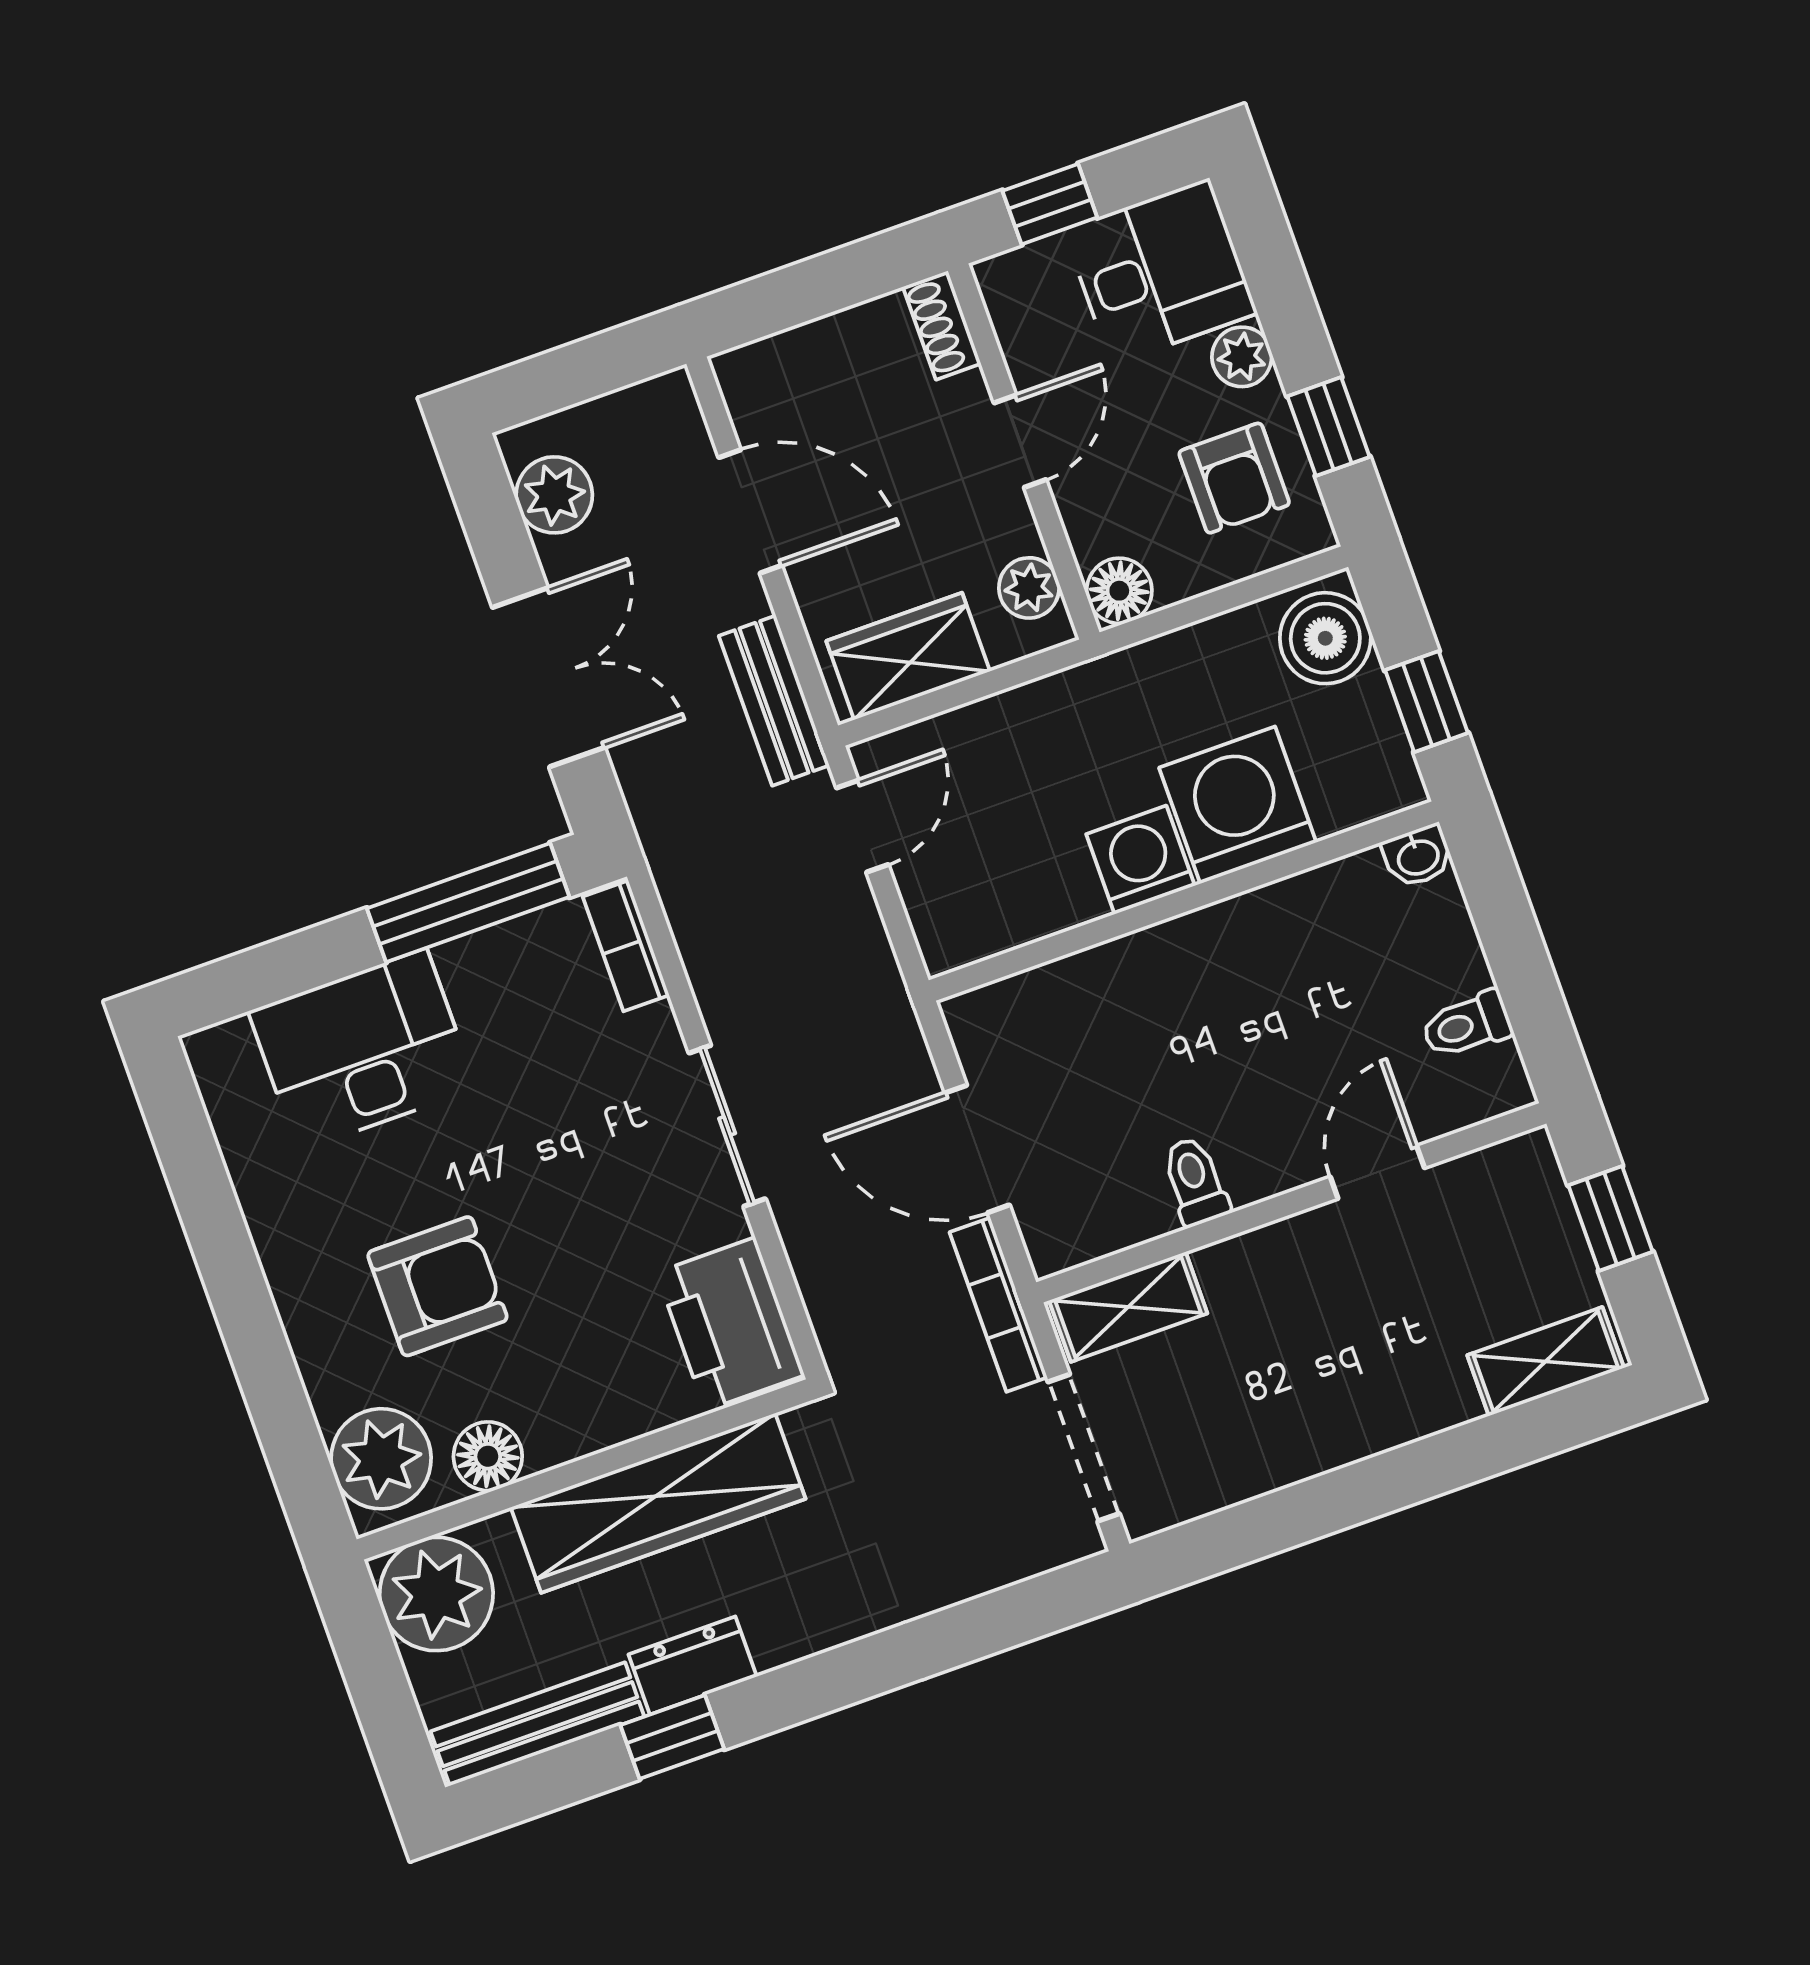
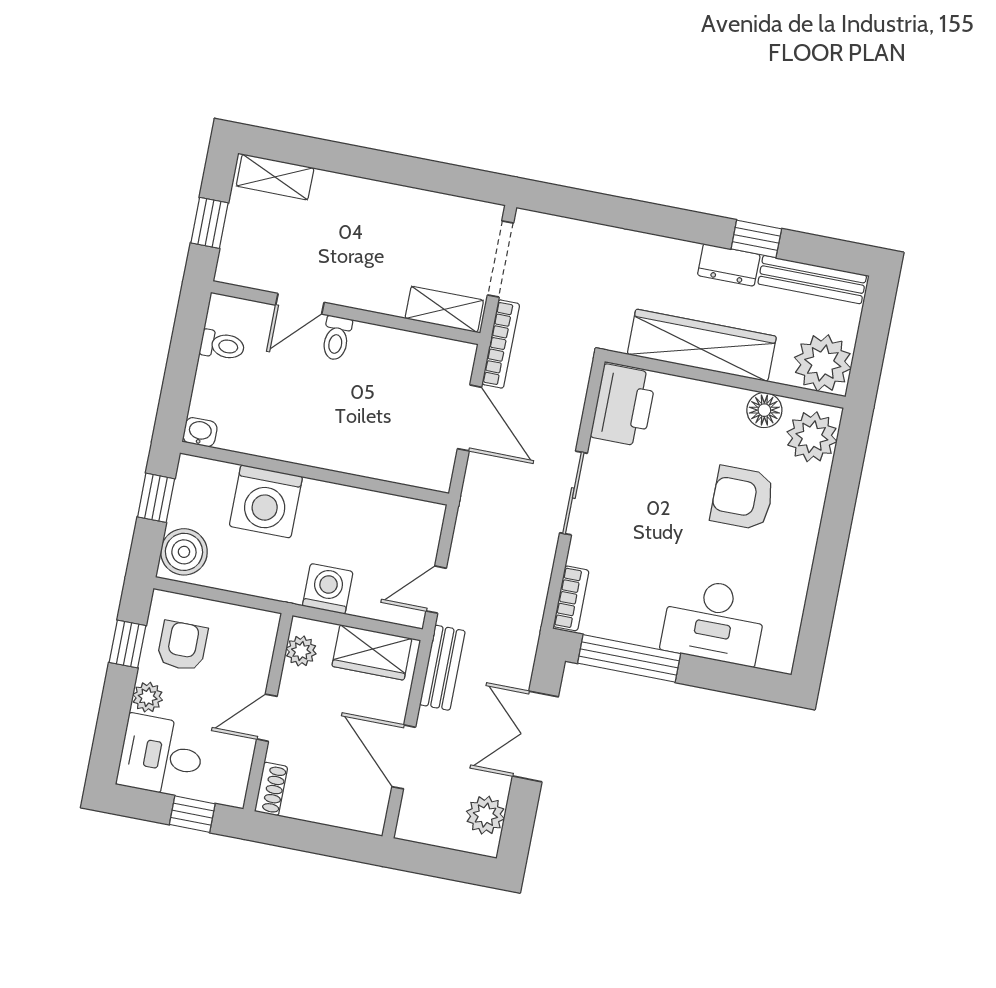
floor lamp: (1119, 591) -> (262, 626), removed
washing machine: (1140, 860) -> (328, 589), moved, turned 180
toilet: (1195, 1181) -> (336, 338), moved

